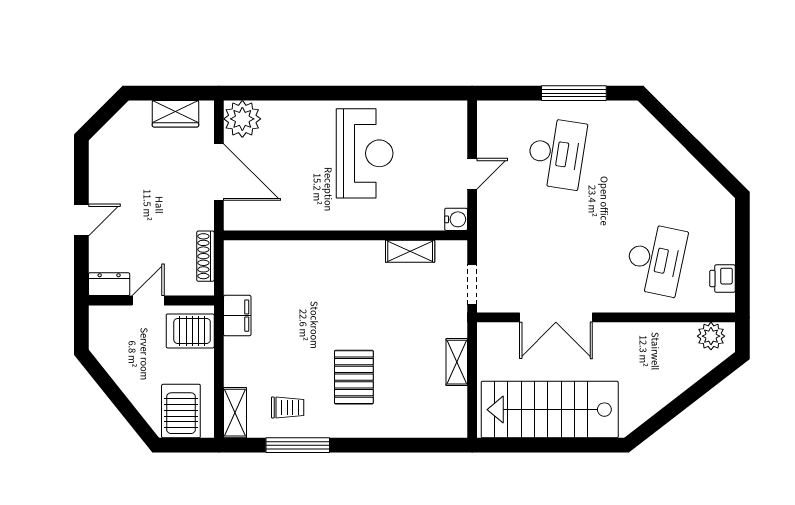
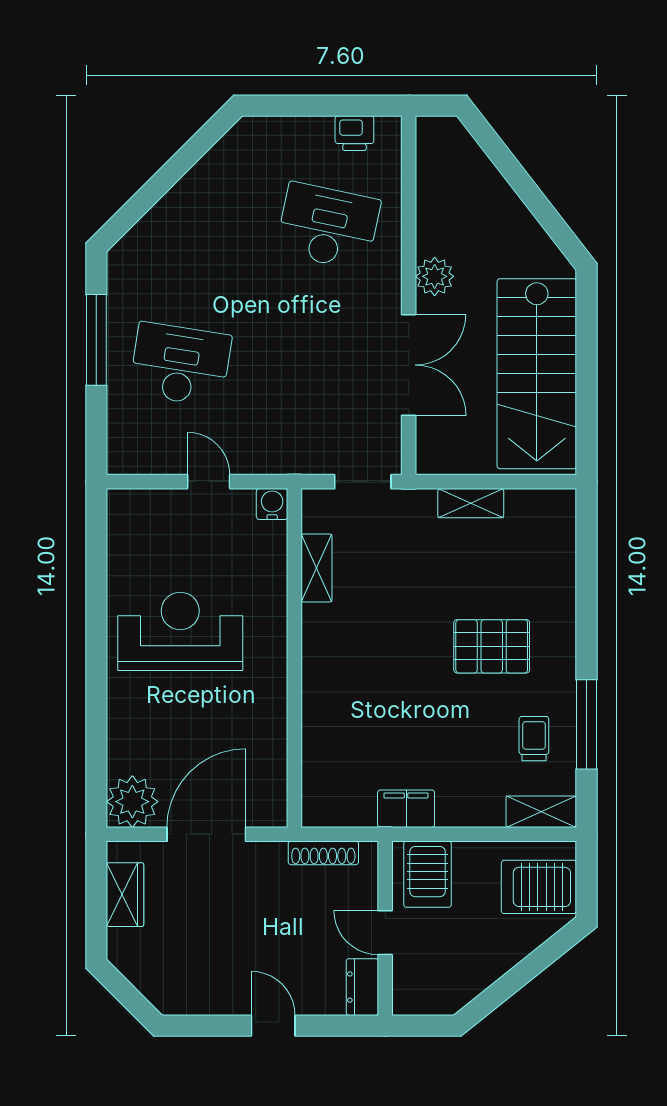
plant: (711, 336) -> (435, 276), moved

